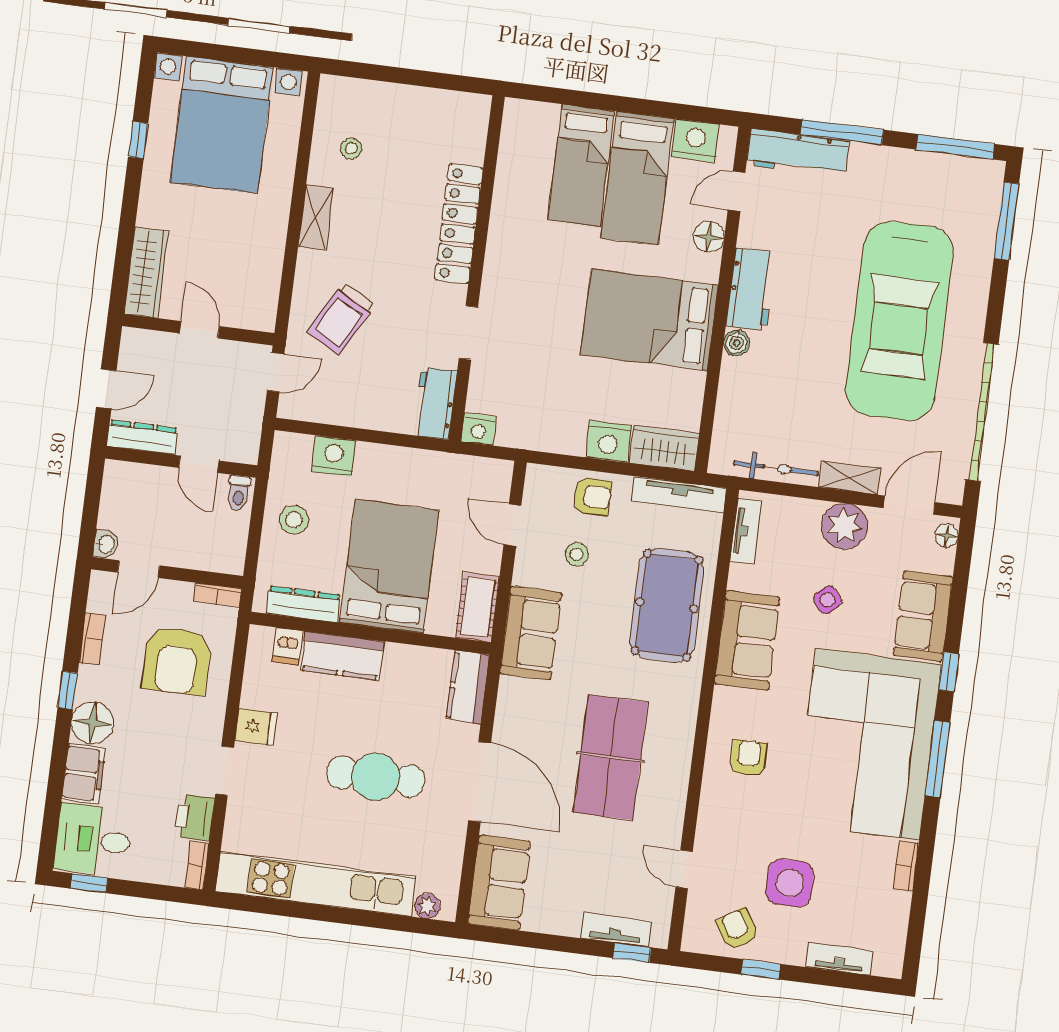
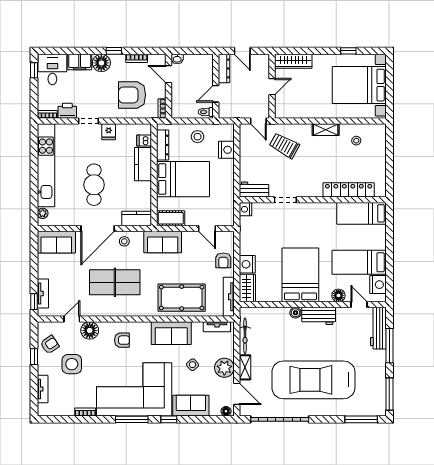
bed: (581, 165) -> (362, 213), moved
locker: (459, 224) -> (349, 190), moved
door: (512, 525) -> (207, 229), swing flipped
stool: (577, 554) -> (124, 241), moved
floor lamp: (716, 831) -> (90, 330), added

